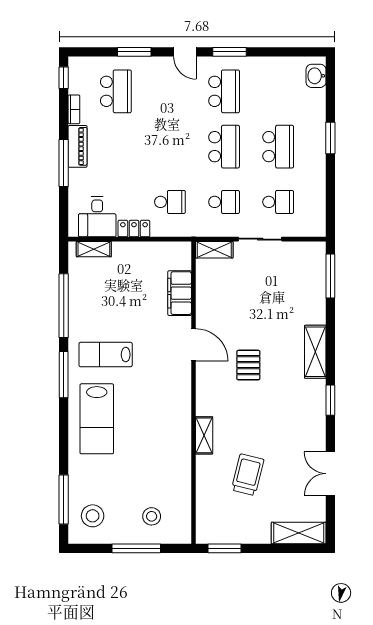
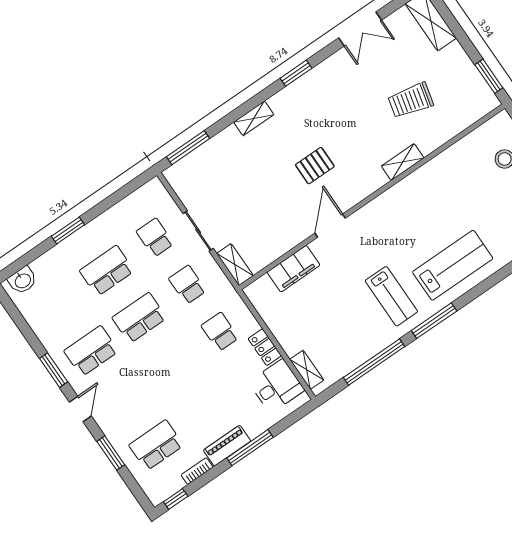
shelving: (315, 352) -> (254, 118), width x0.67, depth x0.75

